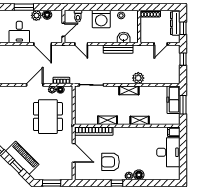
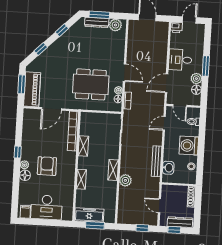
freezer: (174, 100) -> (89, 215), moved
filing cabinet: (174, 132) -> (25, 212), moved
piano: (22, 158) -> (32, 89), moved, turned -45
armchair: (111, 162) -> (47, 166), moved

